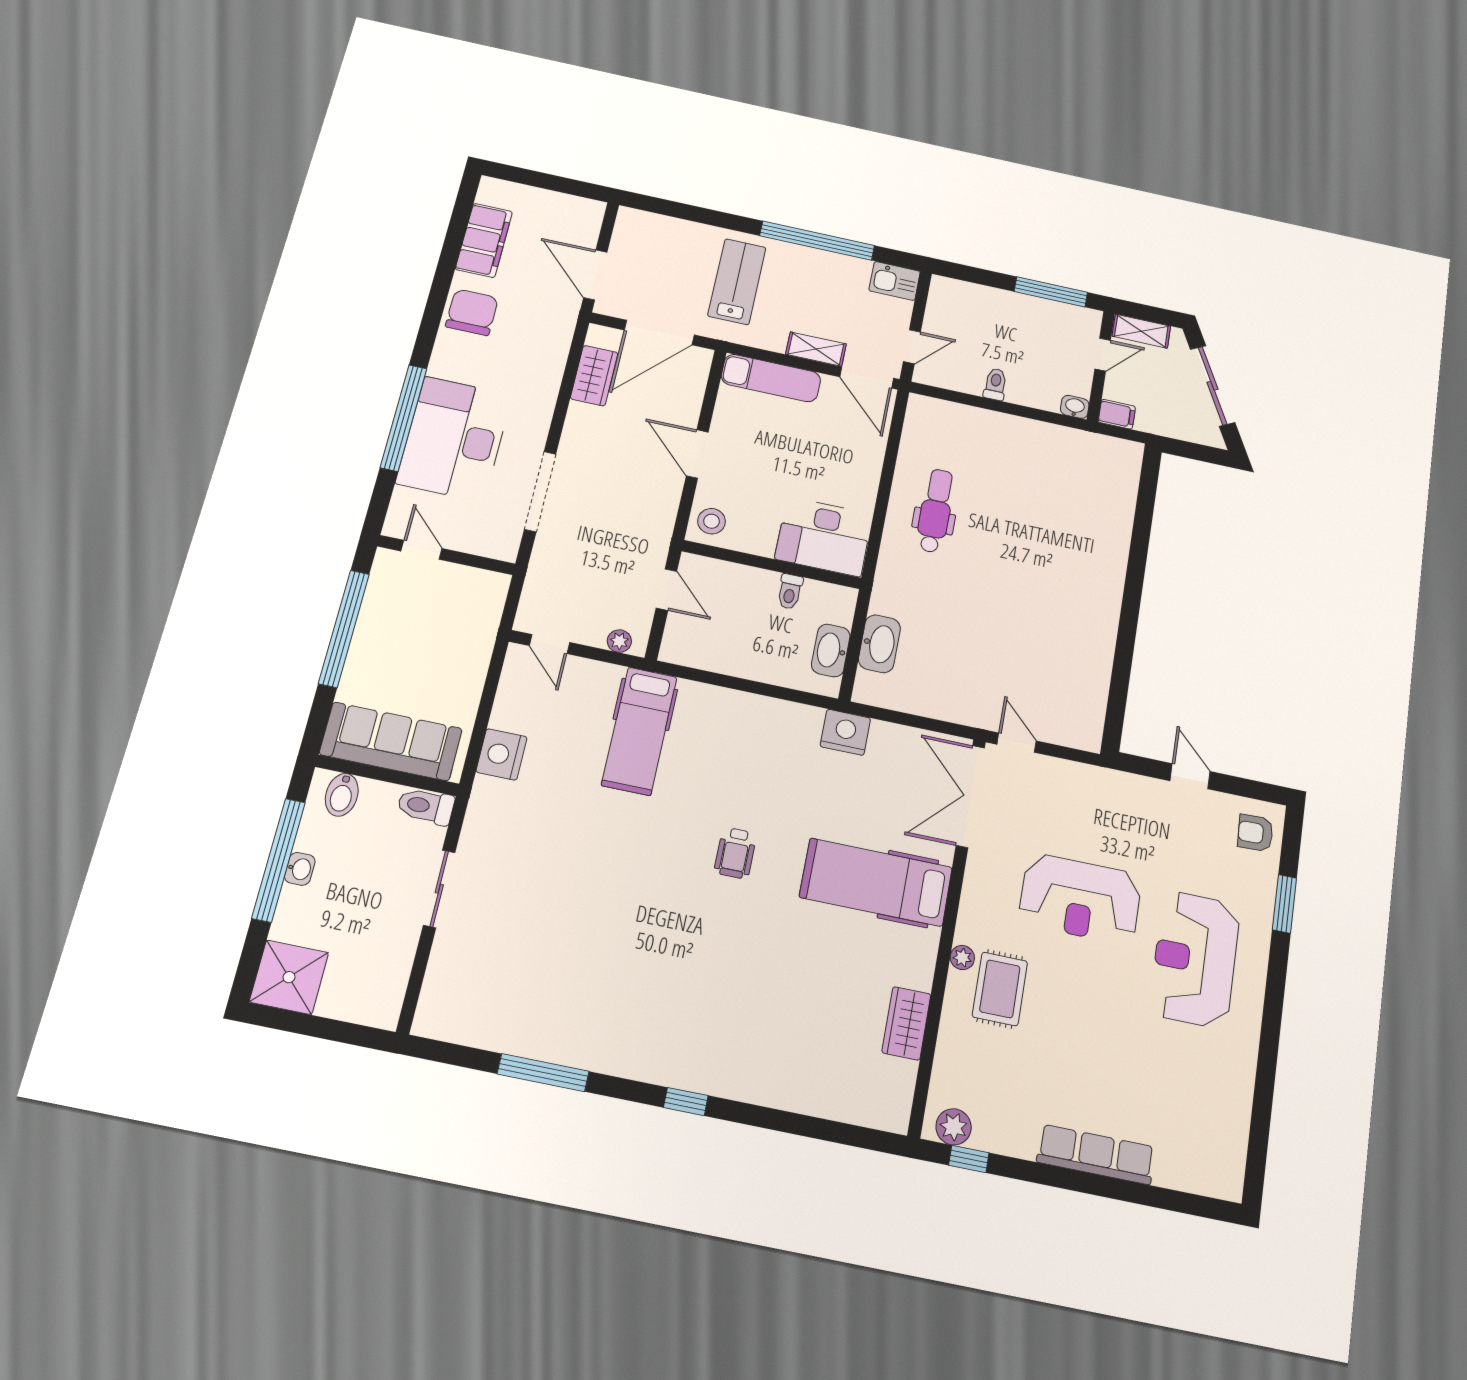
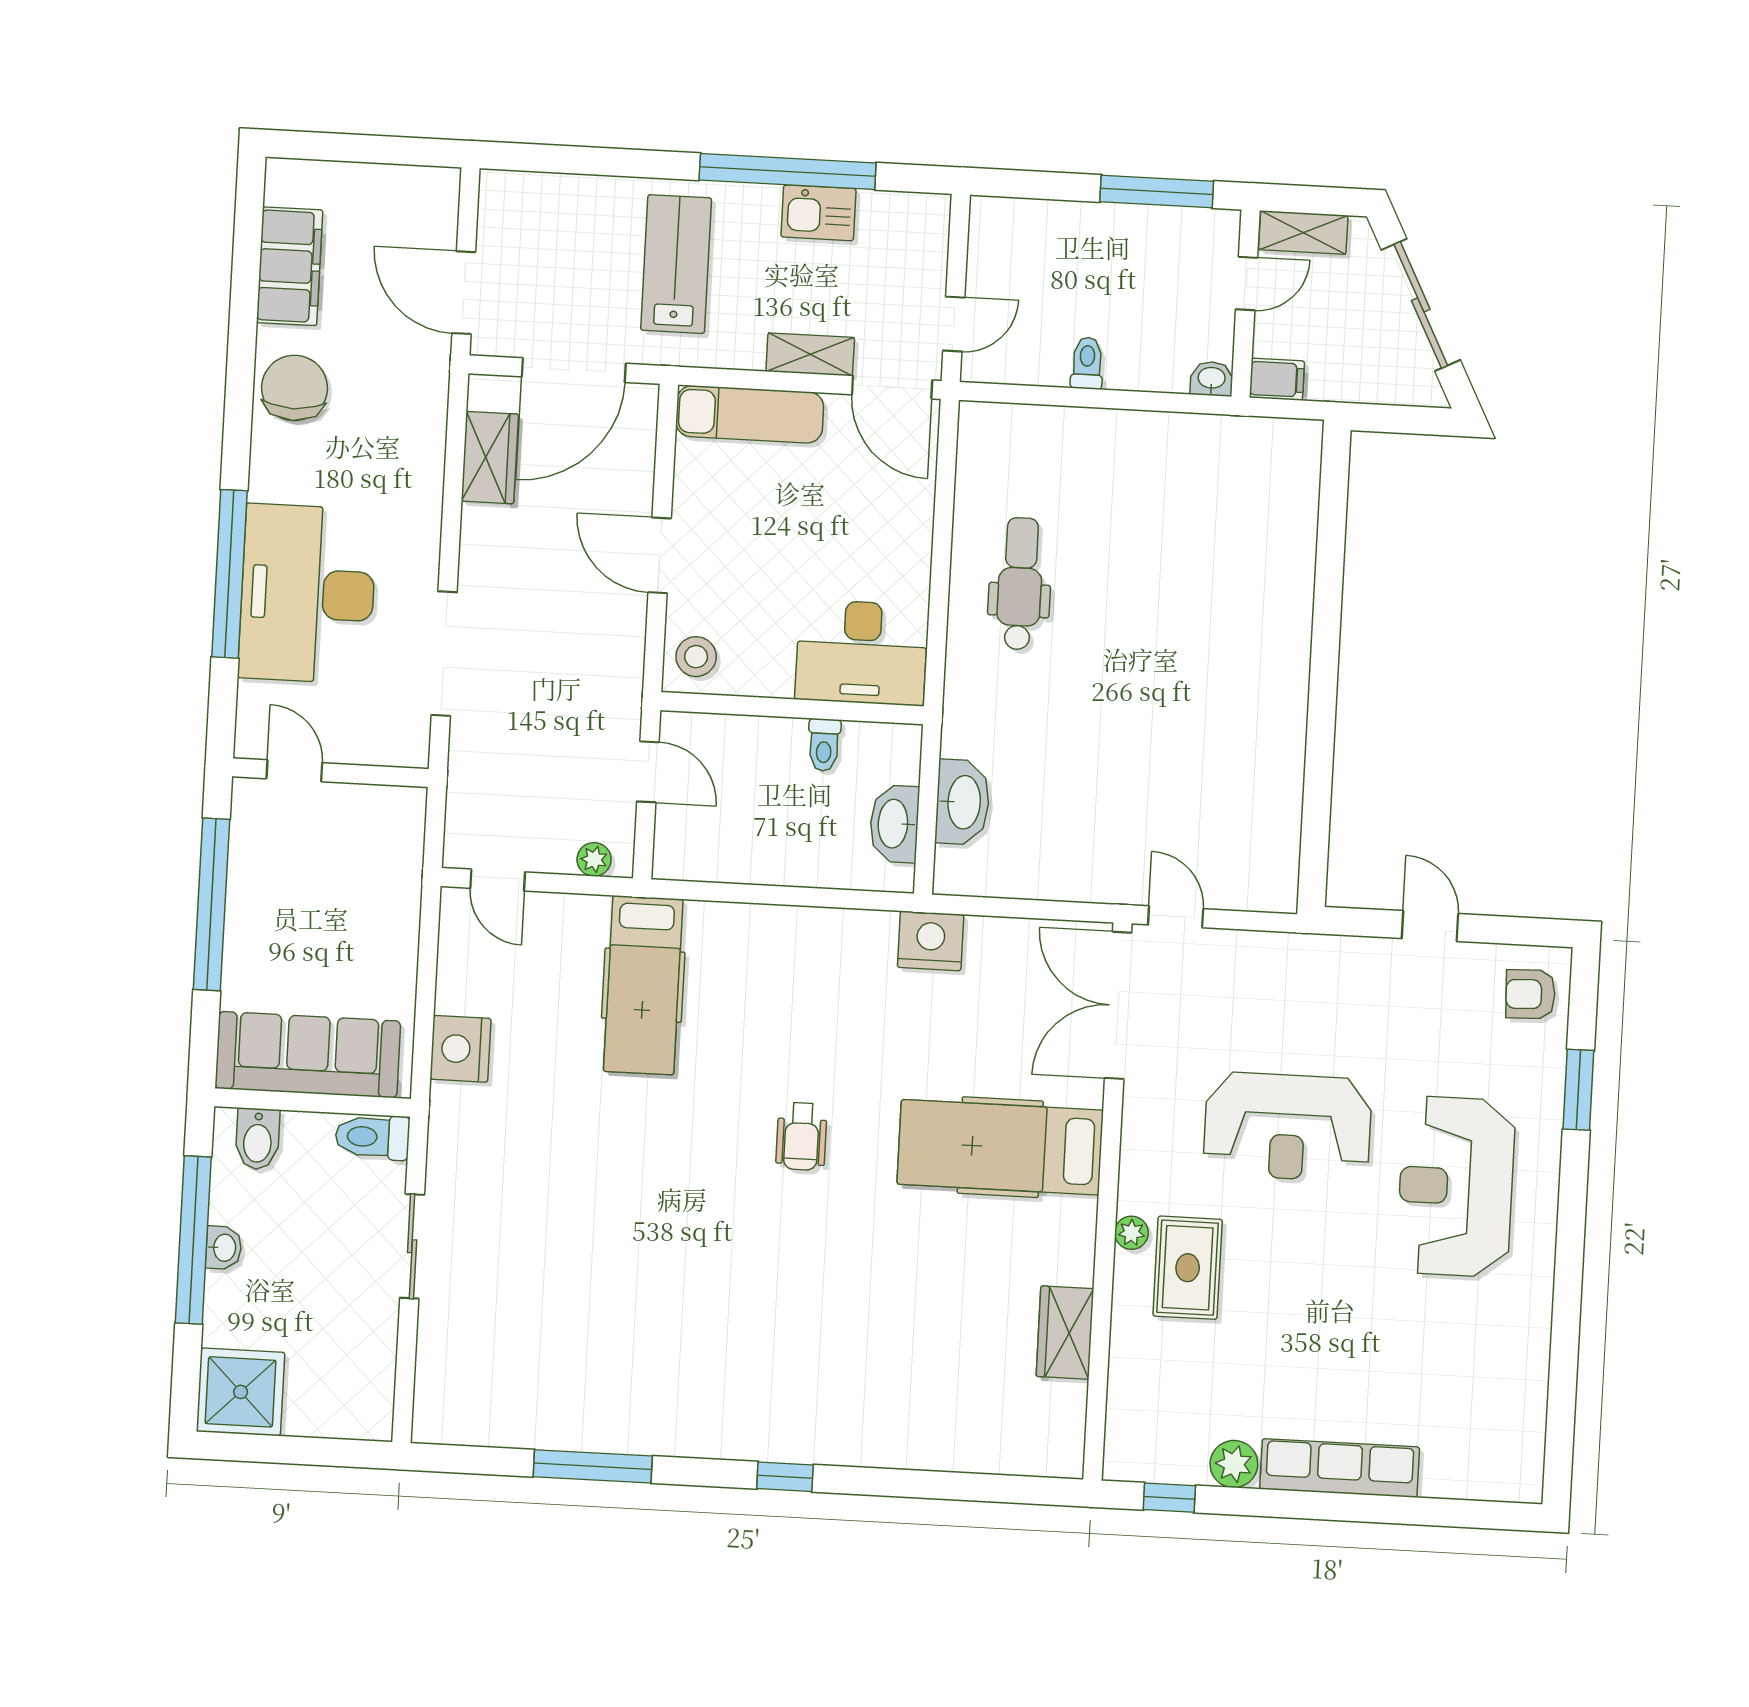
kitchen sink: (895, 281) -> (819, 213), moved
plant: (954, 1127) -> (1234, 1464), moved

